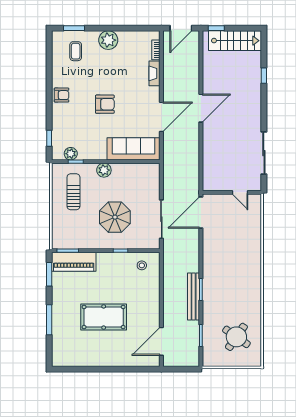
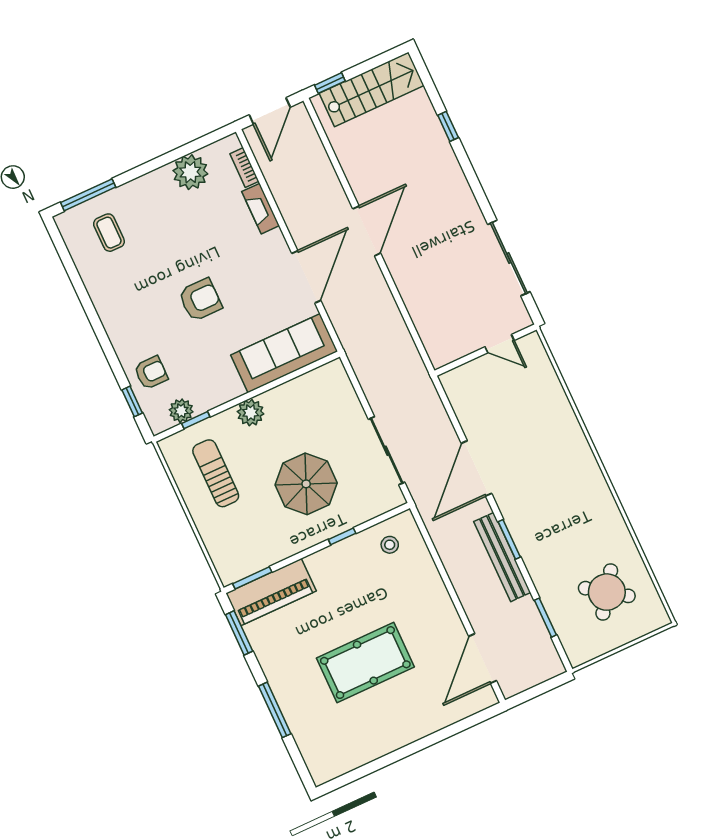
window: (74, 28) -> (88, 195), width x1.44
plant: (108, 40) -> (190, 172), moved
armchair: (62, 95) -> (151, 373), moved
door: (201, 213) -> (476, 468), moved

